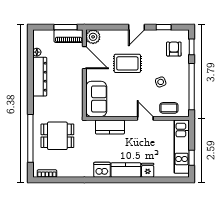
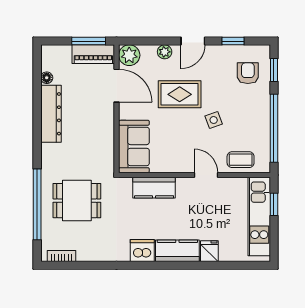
plant: (117, 35) -> (165, 52), added
side table: (161, 82) -> (214, 120), moved
window: (192, 158) -> (274, 204), moved

